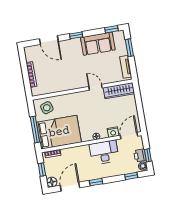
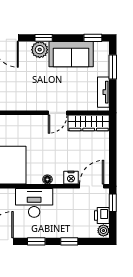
plant: (75, 44) -> (40, 50), added
door: (95, 87) -> (58, 113), swing flipped
desk: (104, 152) -> (34, 203), moved
window: (148, 155) -> (113, 203), moved
window: (131, 176) -> (69, 241), moved

